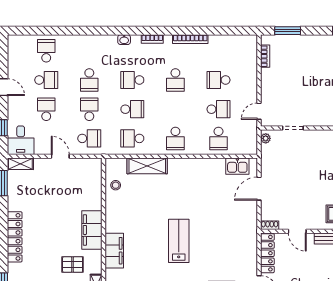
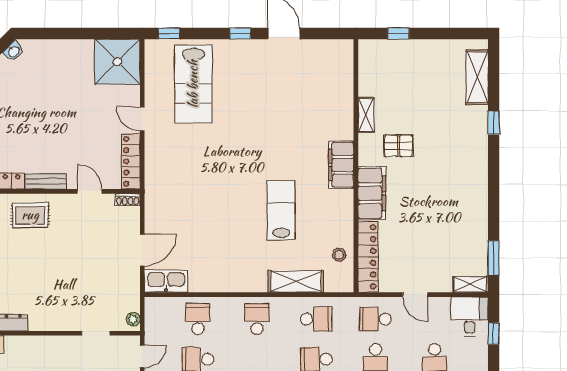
kitchen sink: (237, 166) -> (166, 281), width x1.38
locker: (15, 237) -> (368, 257), moved, turned 180
lab bench: (179, 241) -> (281, 210), moved, turned 180

